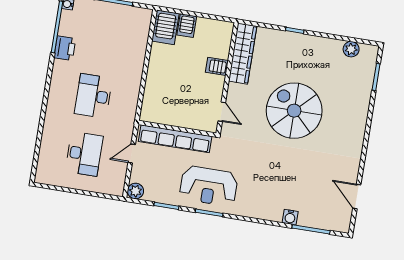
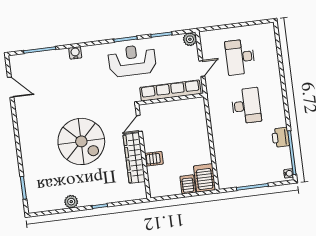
plant: (351, 49) -> (71, 202), moved
wardrobe: (243, 54) -> (134, 158), moved
door: (222, 112) -> (139, 123), hinge flipped
water cooler: (290, 217) -> (75, 53), moved

